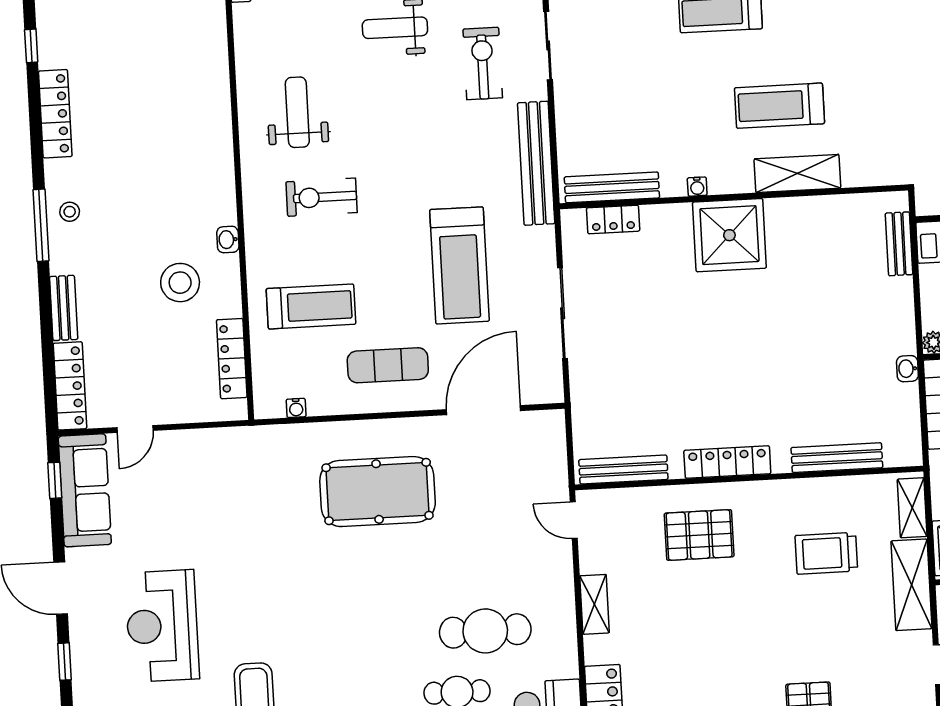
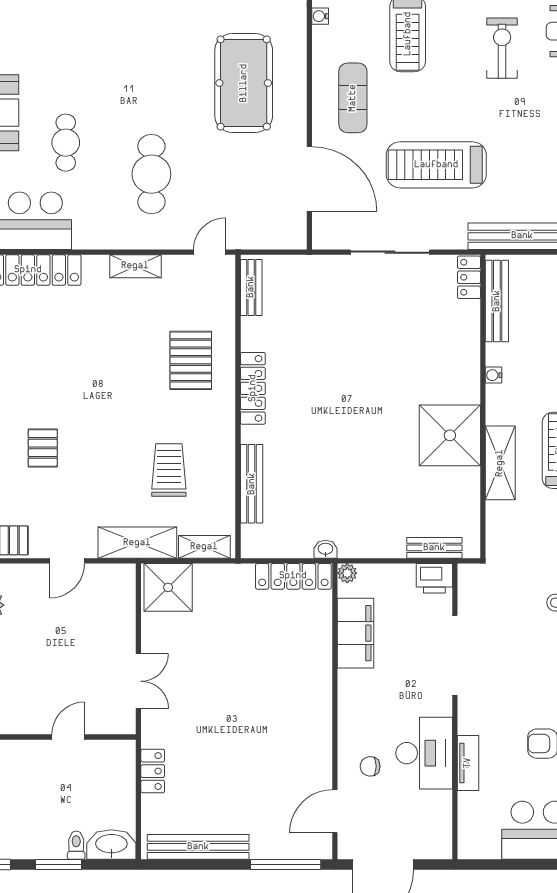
locker: (613, 219) -> (469, 277), moved
shower: (729, 235) -> (450, 435), moved
bench: (623, 469) -> (251, 287), width x0.73
cafe table: (485, 631) -> (151, 174), moved

